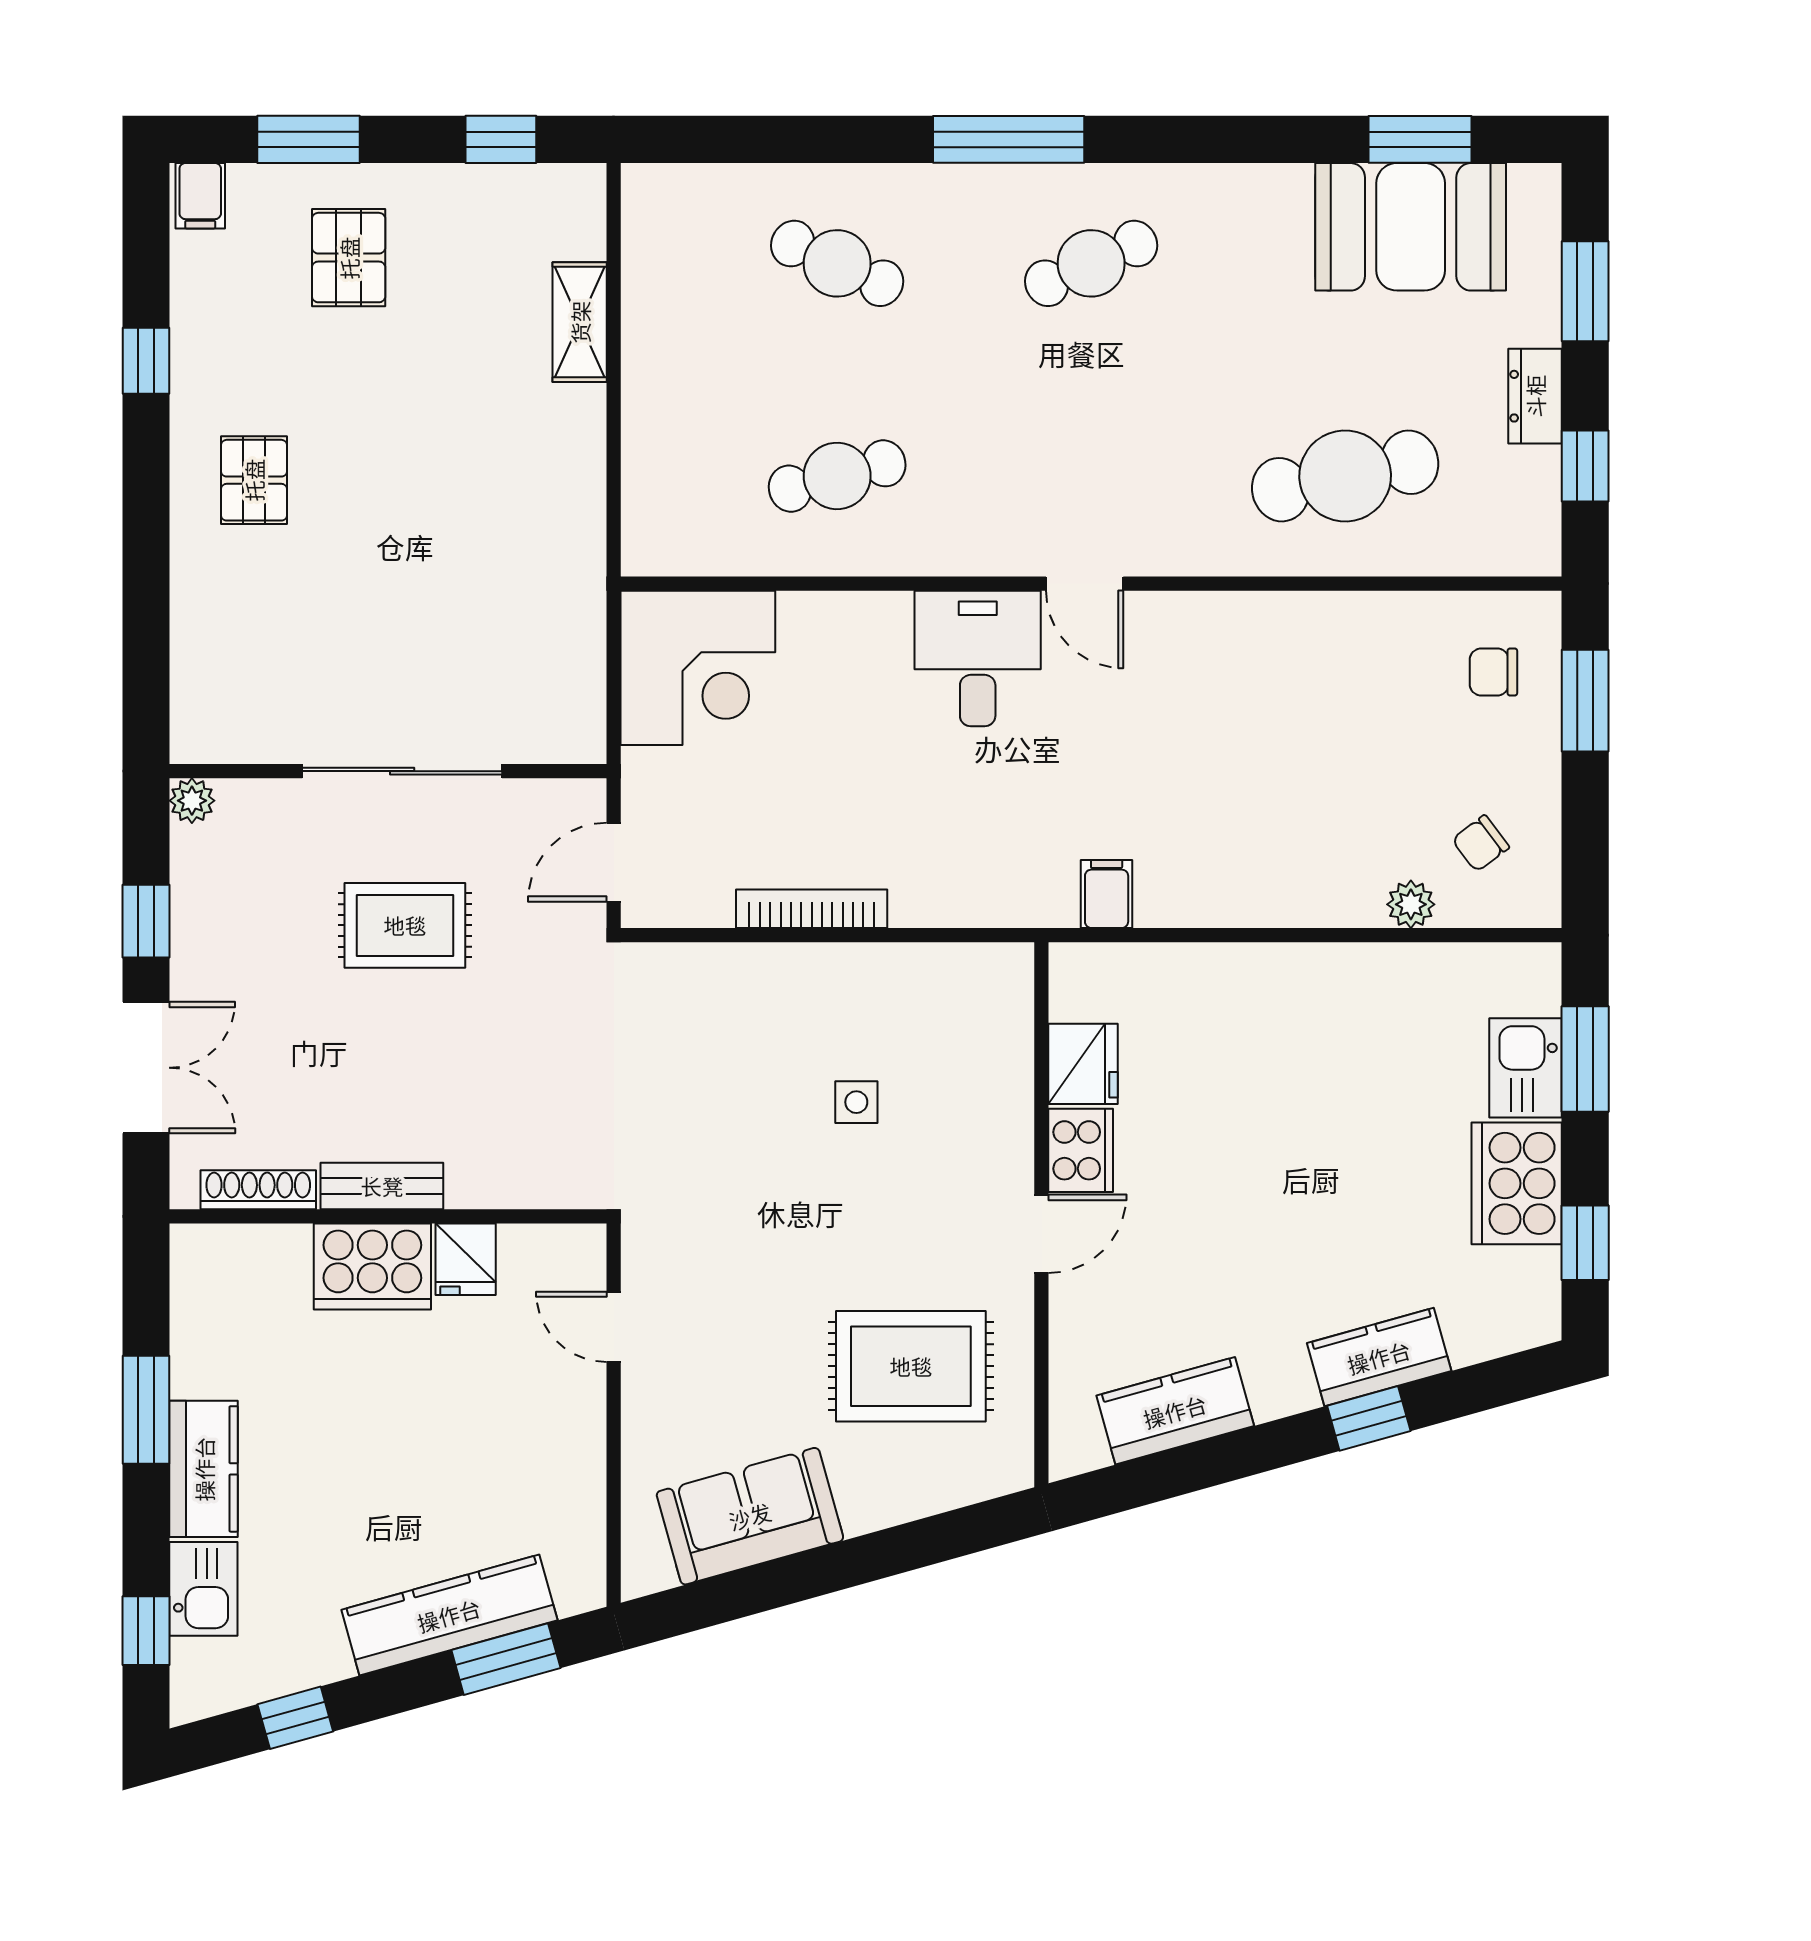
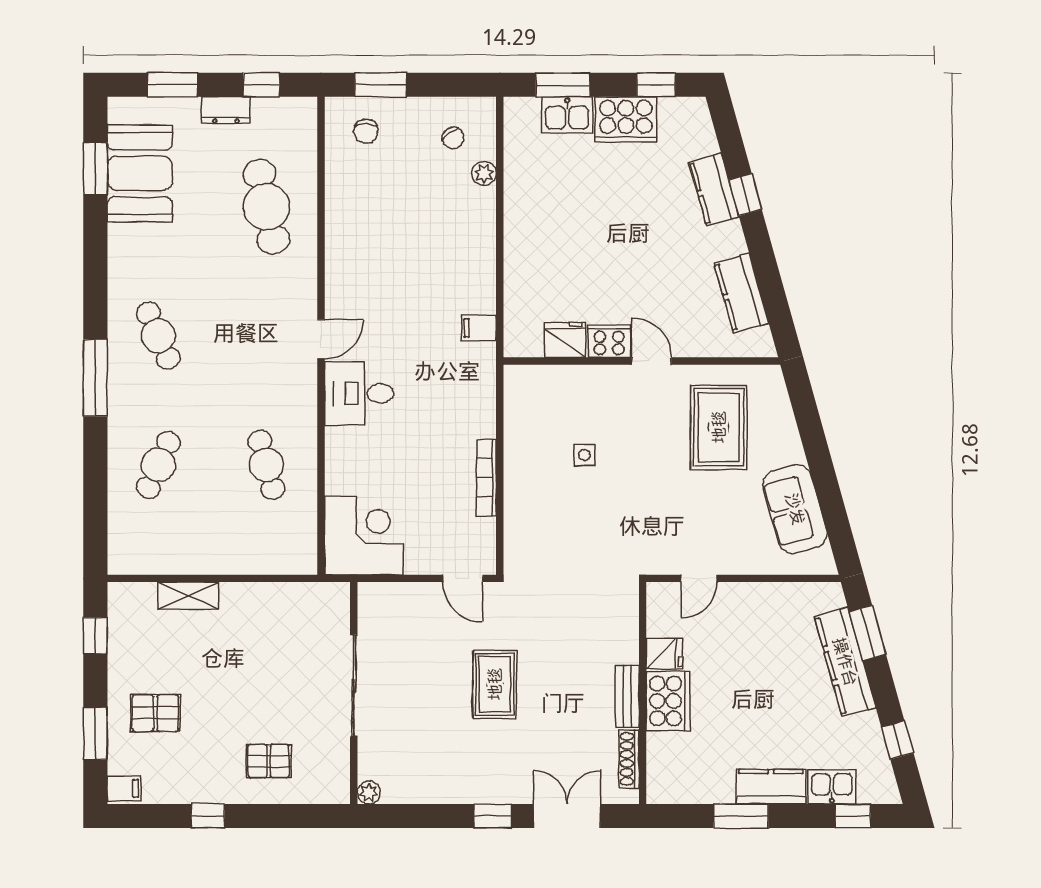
wall: (388, 771) -> (354, 693), moved
sliding door: (402, 771) -> (354, 686), moved
plant: (192, 801) -> (369, 793), moved

